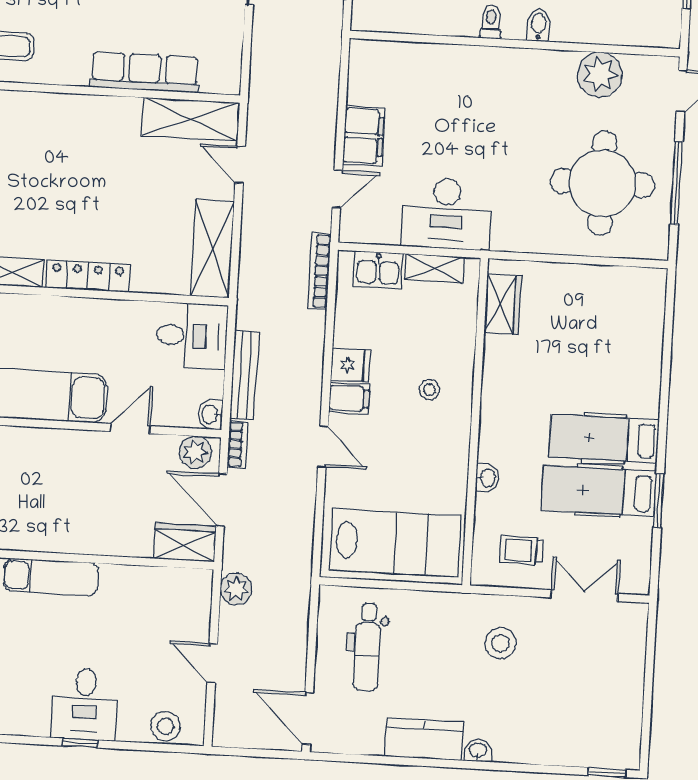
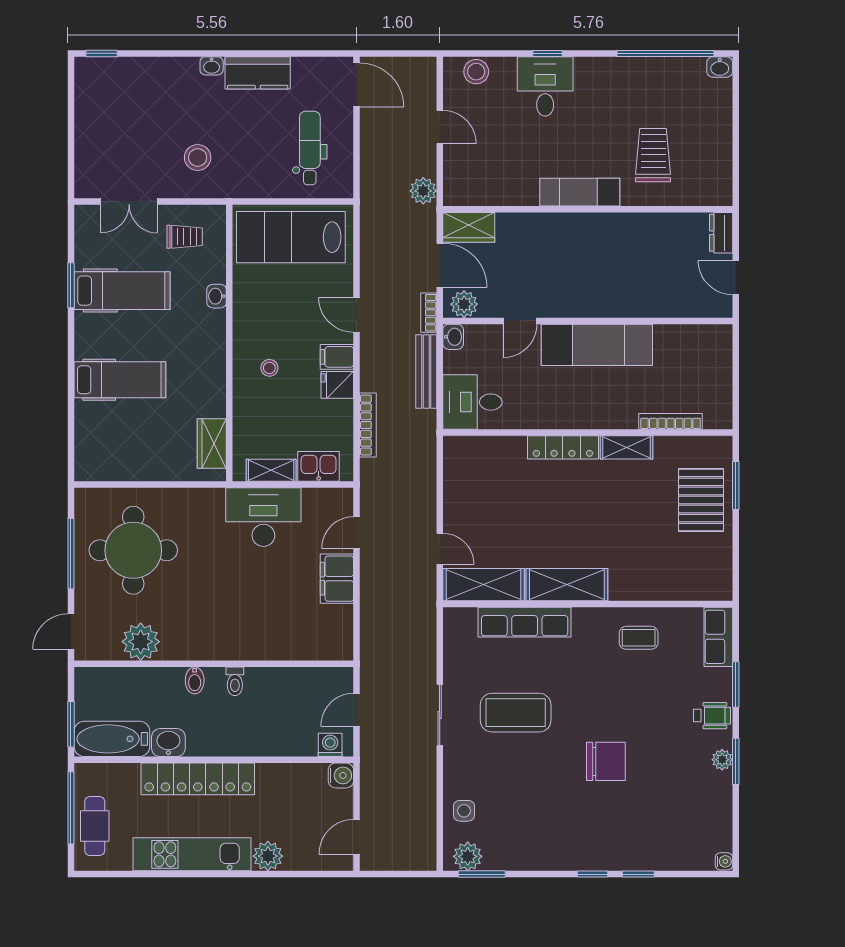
shelving: (212, 249) -> (567, 585), moved, turned 90
bookcase: (319, 271) -> (368, 425), moved
hospital bed: (604, 438) -> (120, 380), moved

